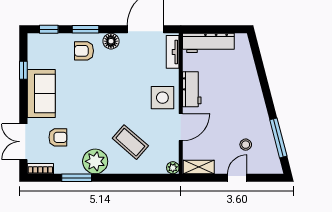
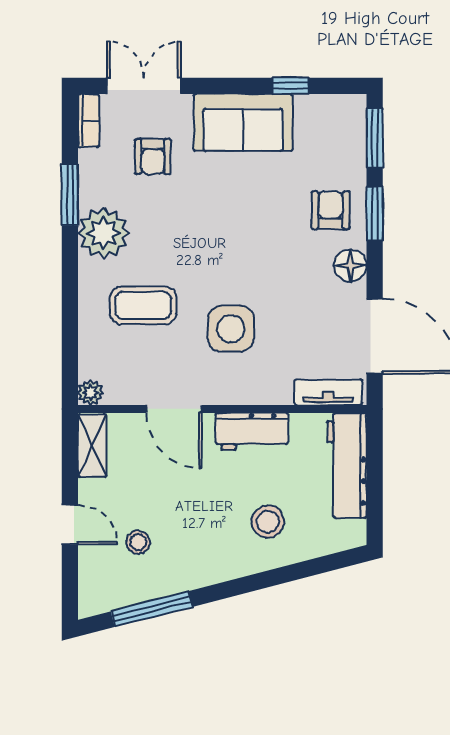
window: (49, 29) -> (375, 138), width x1.50
stool: (236, 81) -> (268, 522), added
side table: (162, 98) -> (231, 329), moved
coffee table: (130, 142) -> (143, 305), turned 49

